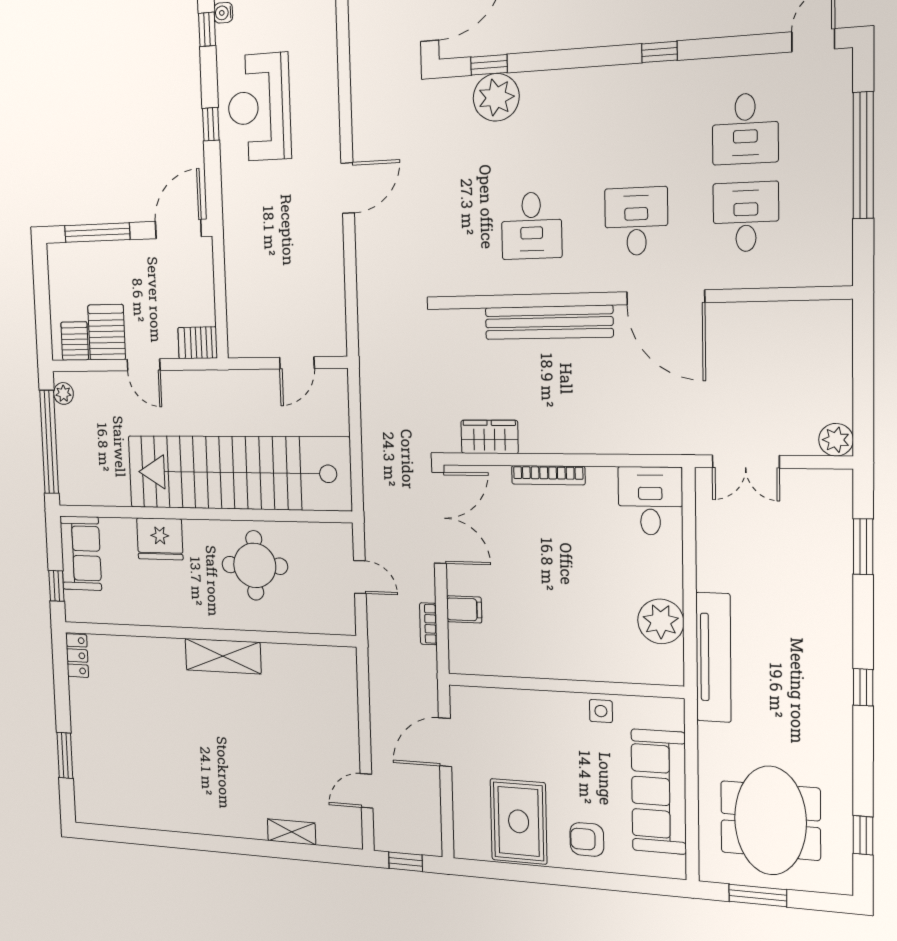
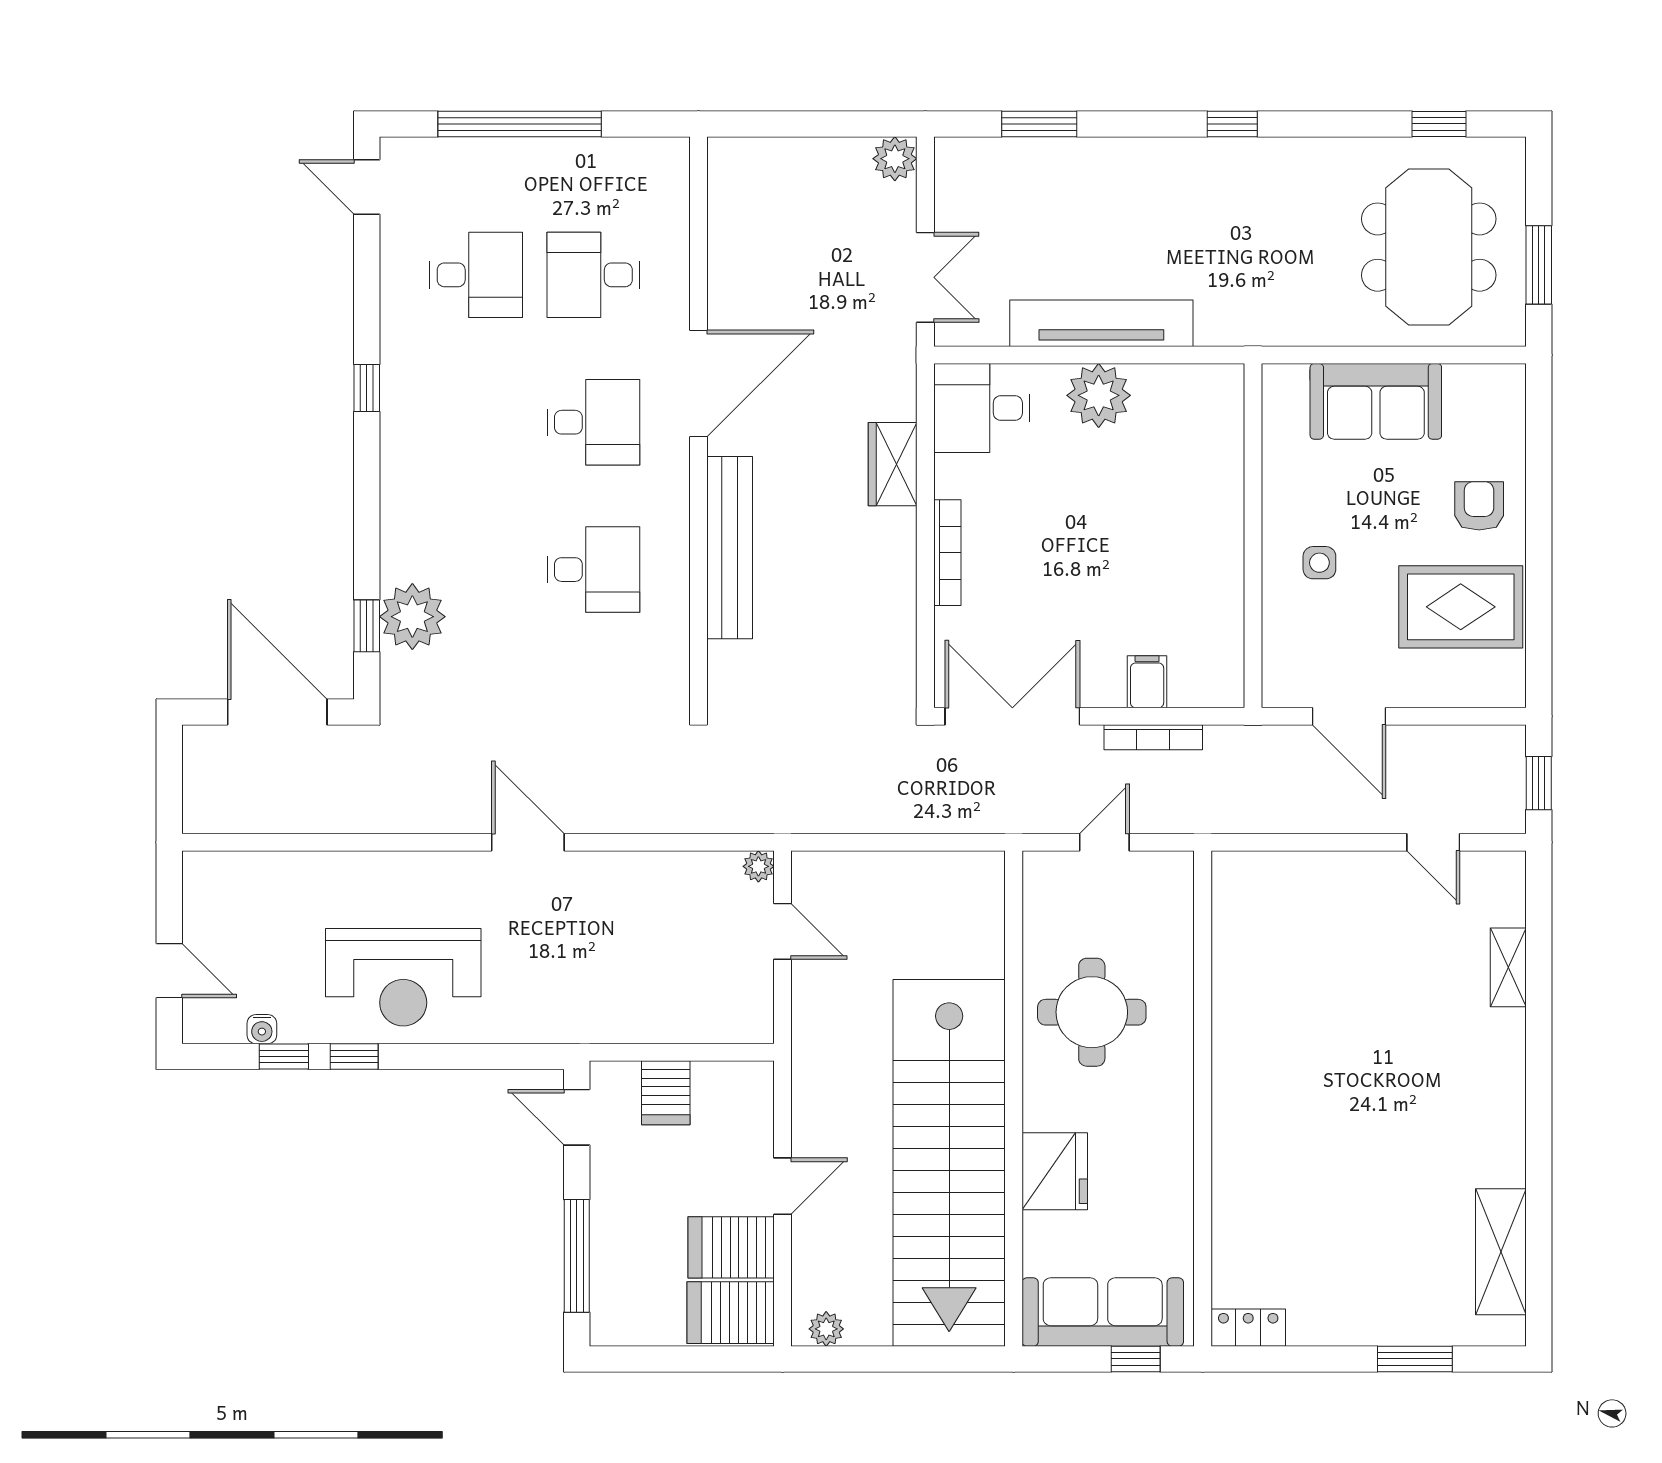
window: (211, 124) -> (354, 1056), moved
desk: (636, 221) -> (593, 422), turned 180
door: (178, 229) -> (577, 1117), width x0.73
server rack: (75, 341) -> (731, 1313), width x1.36, depth x1.44
server rack: (198, 343) -> (666, 1093), moved
plant: (337, 346) -> (758, 866), added
wardrobe: (489, 437) -> (893, 464), moved
window: (49, 442) -> (903, 1359), removed
stairs: (238, 473) -> (949, 1163), moved
sofa: (81, 553) -> (1103, 1312), width x1.36
plant: (661, 621) -> (1099, 395), moved
bookcase: (428, 624) -> (1153, 737), width x1.56
shelving: (223, 656) -> (1501, 1252), moved
tv unit: (713, 657) -> (1101, 323), moved
side table: (601, 711) -> (1319, 563), moved
sofa: (659, 792) -> (1376, 401), width x0.73
meeting table: (770, 820) -> (1429, 247), turned 90
armchair: (587, 839) -> (1479, 506), turned 180

